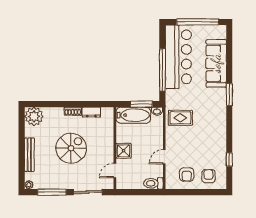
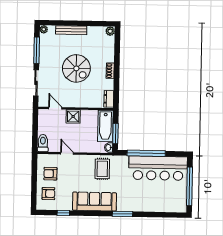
sofa: (216, 63) -> (94, 201), moved
dresser: (91, 112) -> (109, 99), moved
plant: (34, 116) -> (110, 31), width x0.53, depth x0.53

